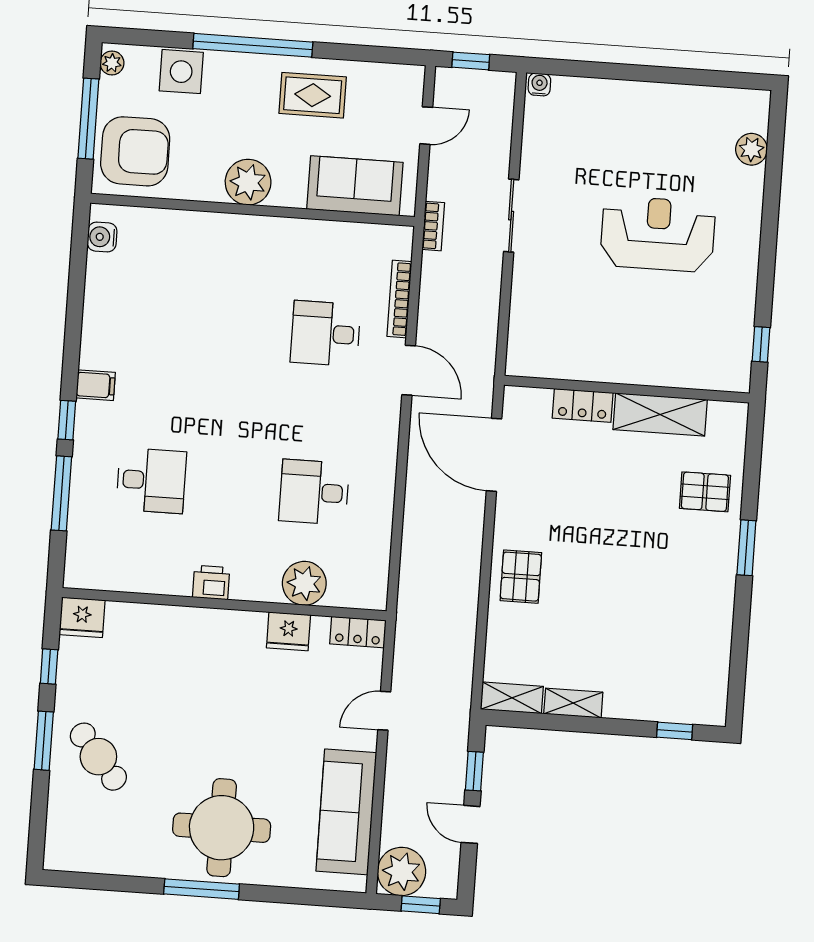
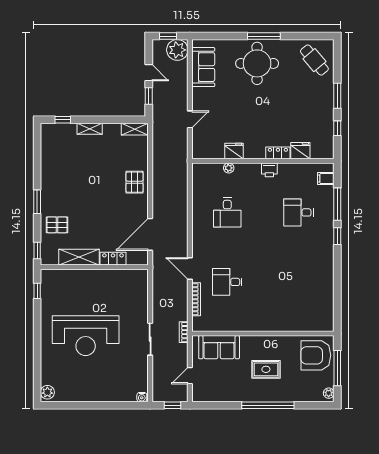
side table: (181, 72) -> (298, 392), removed
rug: (313, 95) -> (266, 369), moved
plant: (751, 149) -> (47, 392), moved
plant: (248, 182) -> (266, 345), removed
reception desk: (658, 234) -> (86, 336), width x1.36, depth x1.30
water cooler: (102, 237) -> (328, 317), removed
desk: (325, 334) -> (227, 282), turned 180
filing cabinet: (96, 385) -> (326, 179), moved
window: (754, 436) -> (37, 251), added
door: (494, 455) -> (150, 234), swing flipped
desk: (314, 492) -> (227, 212), turned 90
plant: (304, 583) -> (229, 168), width x0.53, depth x0.53
fridge: (82, 617) -> (300, 151), moved
locker: (358, 632) -> (278, 153), moved
shelving: (573, 703) -> (90, 129), moved
cafe table: (98, 757) -> (314, 60), moved
sofa: (346, 812) -> (203, 67), width x0.73

